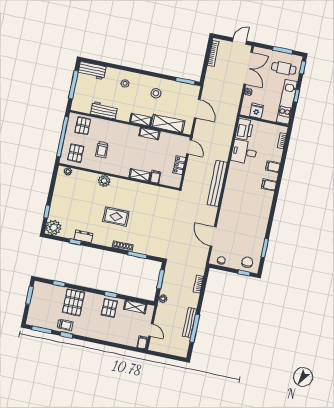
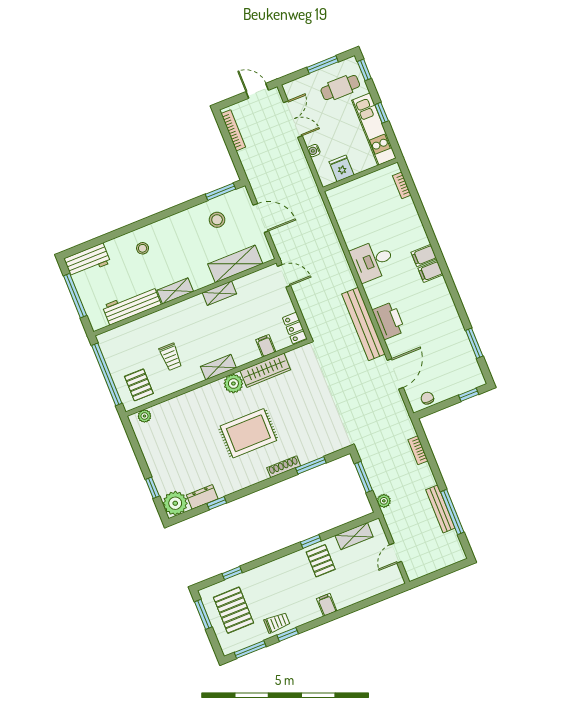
door: (239, 41) -> (257, 91), hinge flipped
double door: (248, 68) -> (293, 119), width x0.73
stool: (156, 93) -> (217, 220), moved
workbench: (104, 110) -> (132, 305), width x1.38
shelving: (141, 120) -> (175, 291), moved
pallet: (83, 126) -> (124, 342), removed
printer: (244, 129) -> (389, 321), moved
desk: (244, 152) -> (372, 261), moved
locker: (179, 165) -> (295, 328), moved
filing cabinet: (273, 167) -> (430, 271), moved
shelving: (140, 175) -> (218, 367), moved
plant: (104, 181) -> (233, 384), moved
bench: (217, 183) -> (363, 324), moved
wardrobe: (147, 190) -> (265, 370), added
rug: (116, 217) -> (248, 433), width x1.36, depth x1.43
dresser: (84, 236) -> (202, 497), moved
door: (213, 237) -> (395, 374), swing flipped
chair: (247, 262) -> (464, 378), removed
pallet: (73, 302) -> (233, 610), moved
door: (151, 330) -> (396, 553), swing flipped
filing cabinet: (142, 342) -> (327, 605), moved

